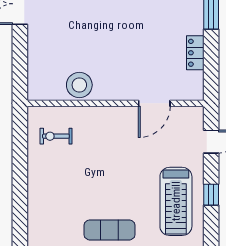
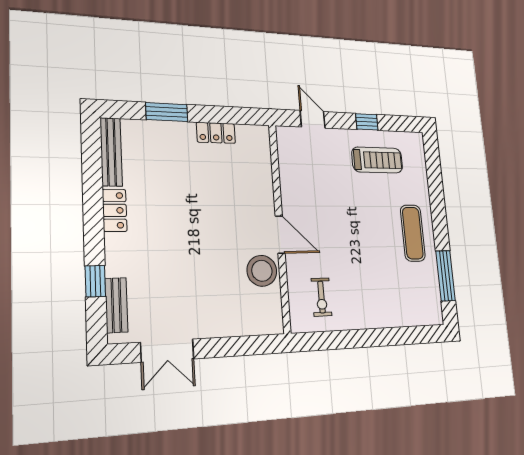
door: (154, 103) -> (280, 234), moved
treadmill: (176, 201) -> (377, 160), width x0.73, depth x0.73

